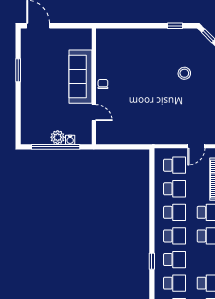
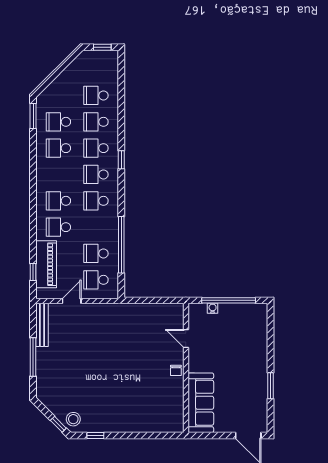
stool: (184, 73) -> (73, 419), moved
sofa: (81, 77) -> (201, 403), moved
plant: (58, 137) -> (227, 311), removed
window: (152, 197) -> (121, 245), added
school desk: (175, 212) -> (96, 227), removed
window: (152, 261) -> (121, 160), moved

